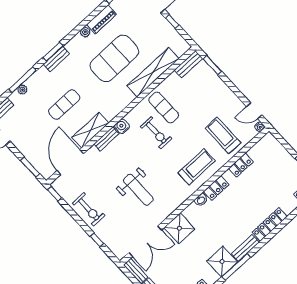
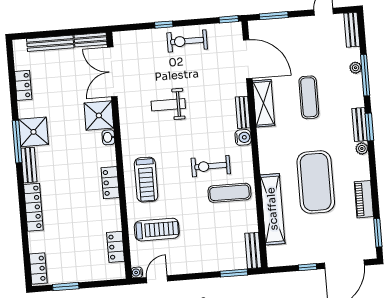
plant: (85, 32) -> (362, 149), moved
locker: (241, 165) -> (116, 247), moved
weight bench: (138, 190) -> (168, 105), width x0.73, depth x0.75
washbasin: (201, 200) -> (108, 137), moved
window: (97, 240) -> (164, 25), moved

